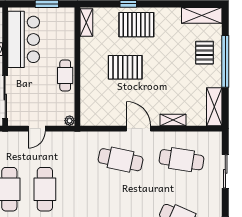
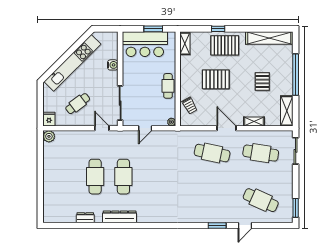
shelving: (202, 15) -> (269, 38), width x1.47
bar counter: (24, 39) -> (145, 44), moved, turned 90
pallet: (204, 53) -> (262, 82), moved
trolley: (92, 100) -> (190, 105), added
sliding door: (225, 171) -> (296, 151), moved
cafe table: (45, 189) -> (152, 177), removed

